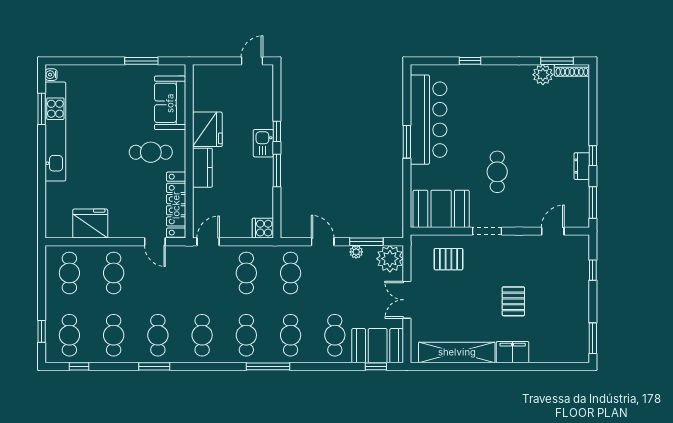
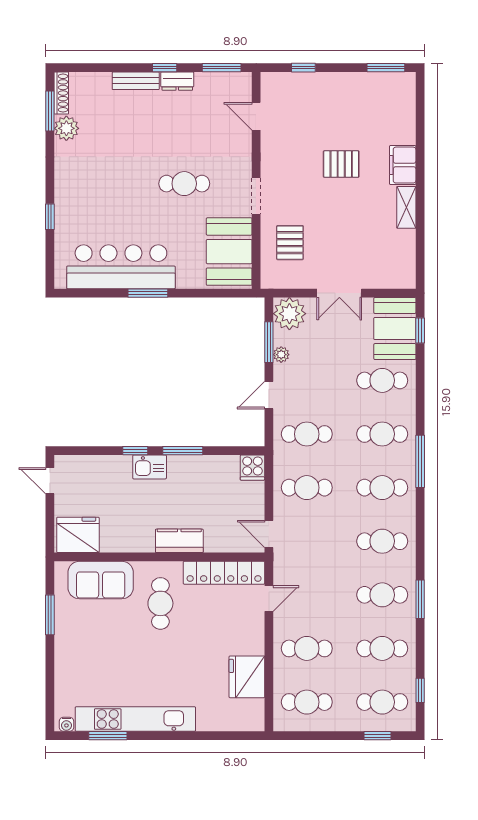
fridge: (207, 129) -> (78, 535), moved
bench: (582, 132) -> (136, 81), added
shelving: (457, 352) -> (406, 207), width x0.45, depth x0.75

